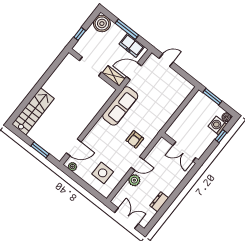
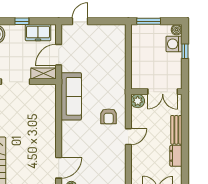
window: (127, 29) -> (22, 21), width x0.46
side table: (103, 173) -> (103, 170), removed
plant: (134, 180) -> (138, 101), moved
bench: (173, 185) -> (176, 130), added

